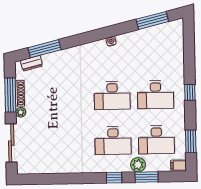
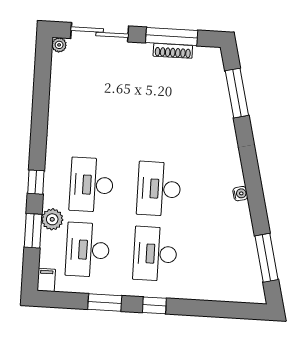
dresser: (31, 63) -> (217, 72), removed
plant: (21, 112) -> (59, 45), moved
window: (191, 141) -> (105, 302), moved

